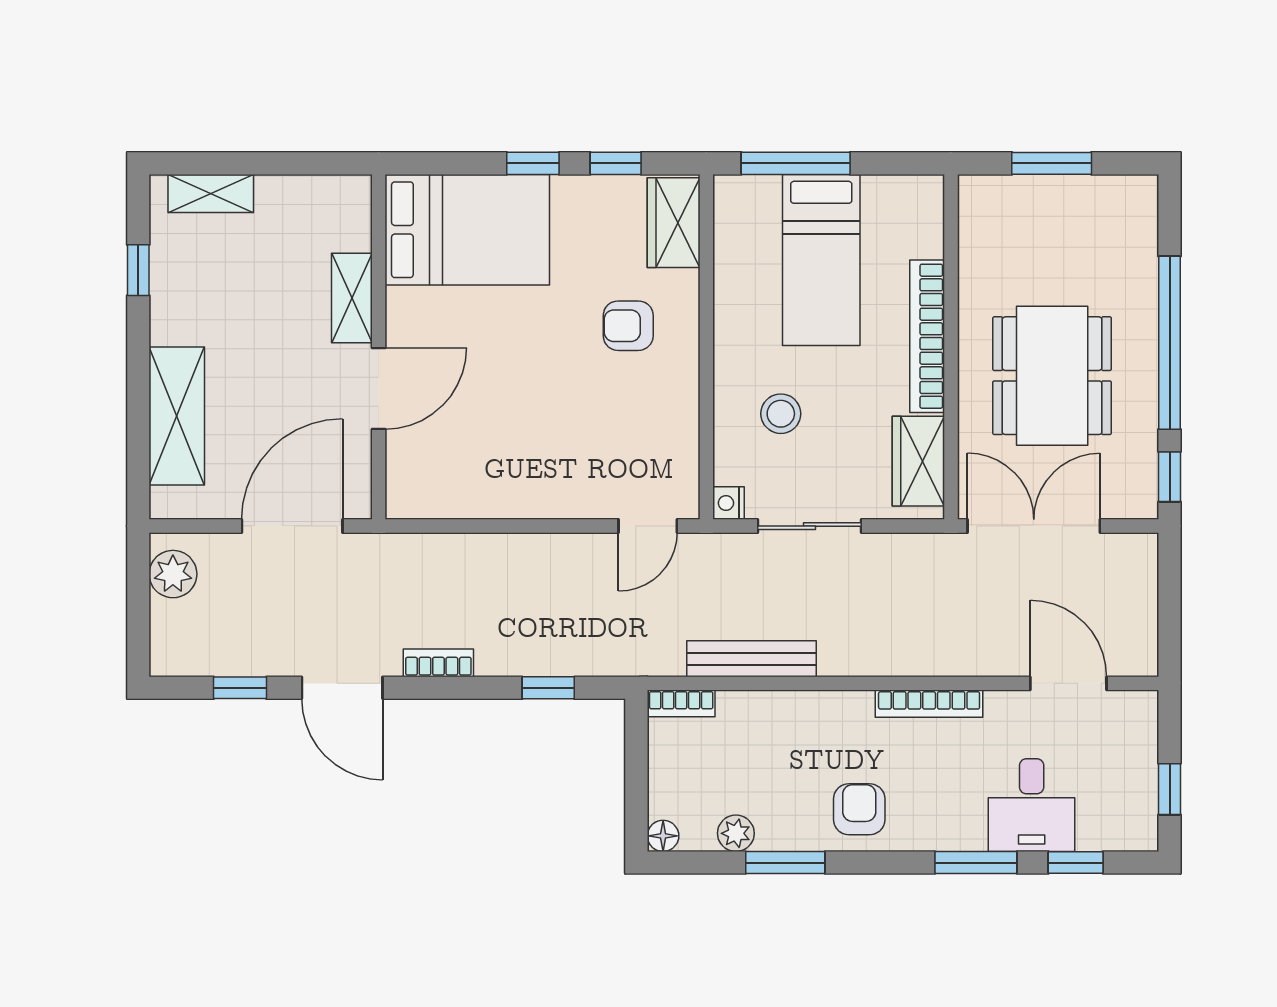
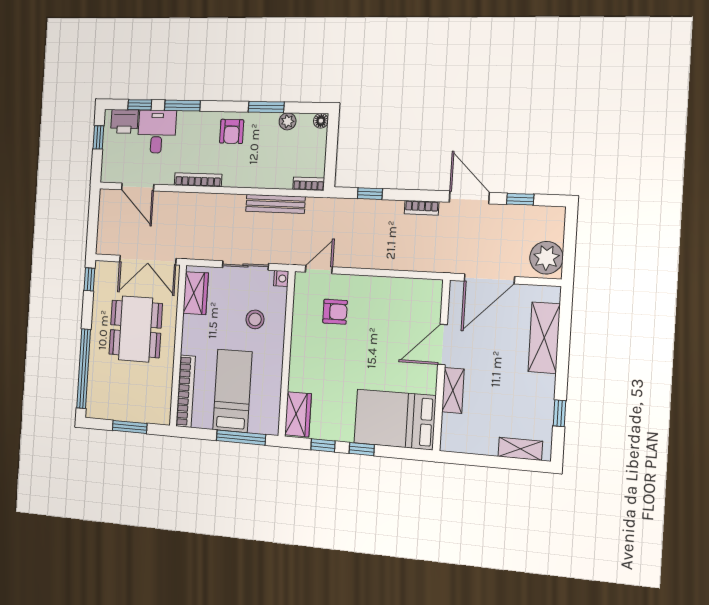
armchair: (628, 326) -> (335, 312), moved
bookcase: (927, 336) -> (186, 391), moved
window: (1170, 343) -> (84, 369), moved
plant: (173, 574) -> (546, 258), width x1.36, depth x1.36
printer: (1110, 826) -> (124, 121), added

